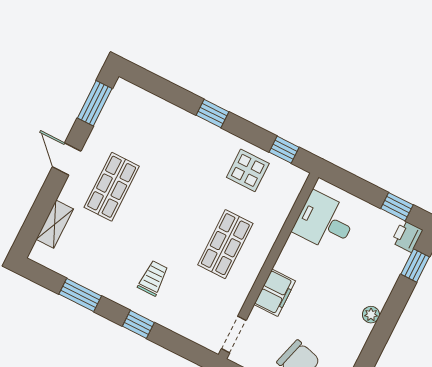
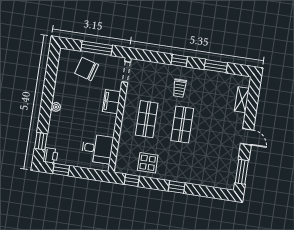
shop shelf: (112, 187) -> (182, 124), moved

